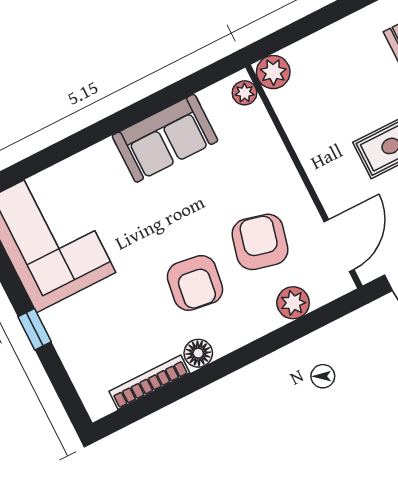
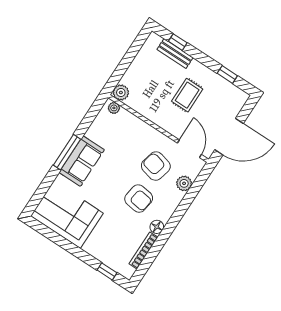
window: (113, 124) -> (67, 152), added
sofa: (165, 138) -> (82, 161), moved
window: (35, 329) -> (107, 271), moved

